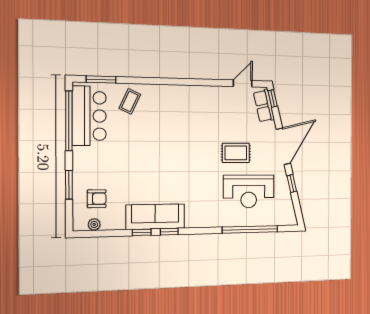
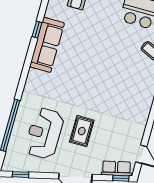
window: (292, 183) -> (21, 175), moved
window: (169, 232) -> (30, 53), removed

